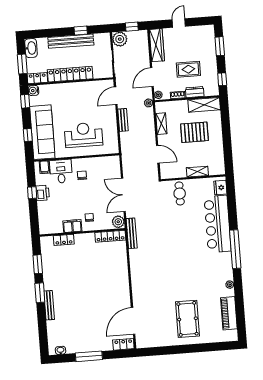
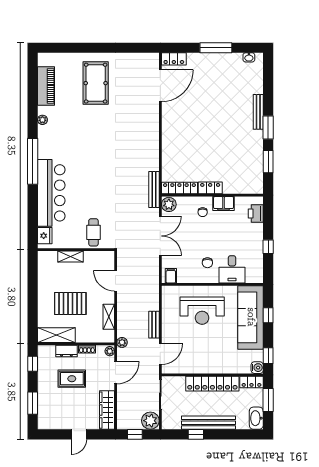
filing cabinet: (44, 167) -> (171, 276), moved
printer: (43, 193) -> (256, 214), moved
locker: (64, 240) -> (210, 188), moved

